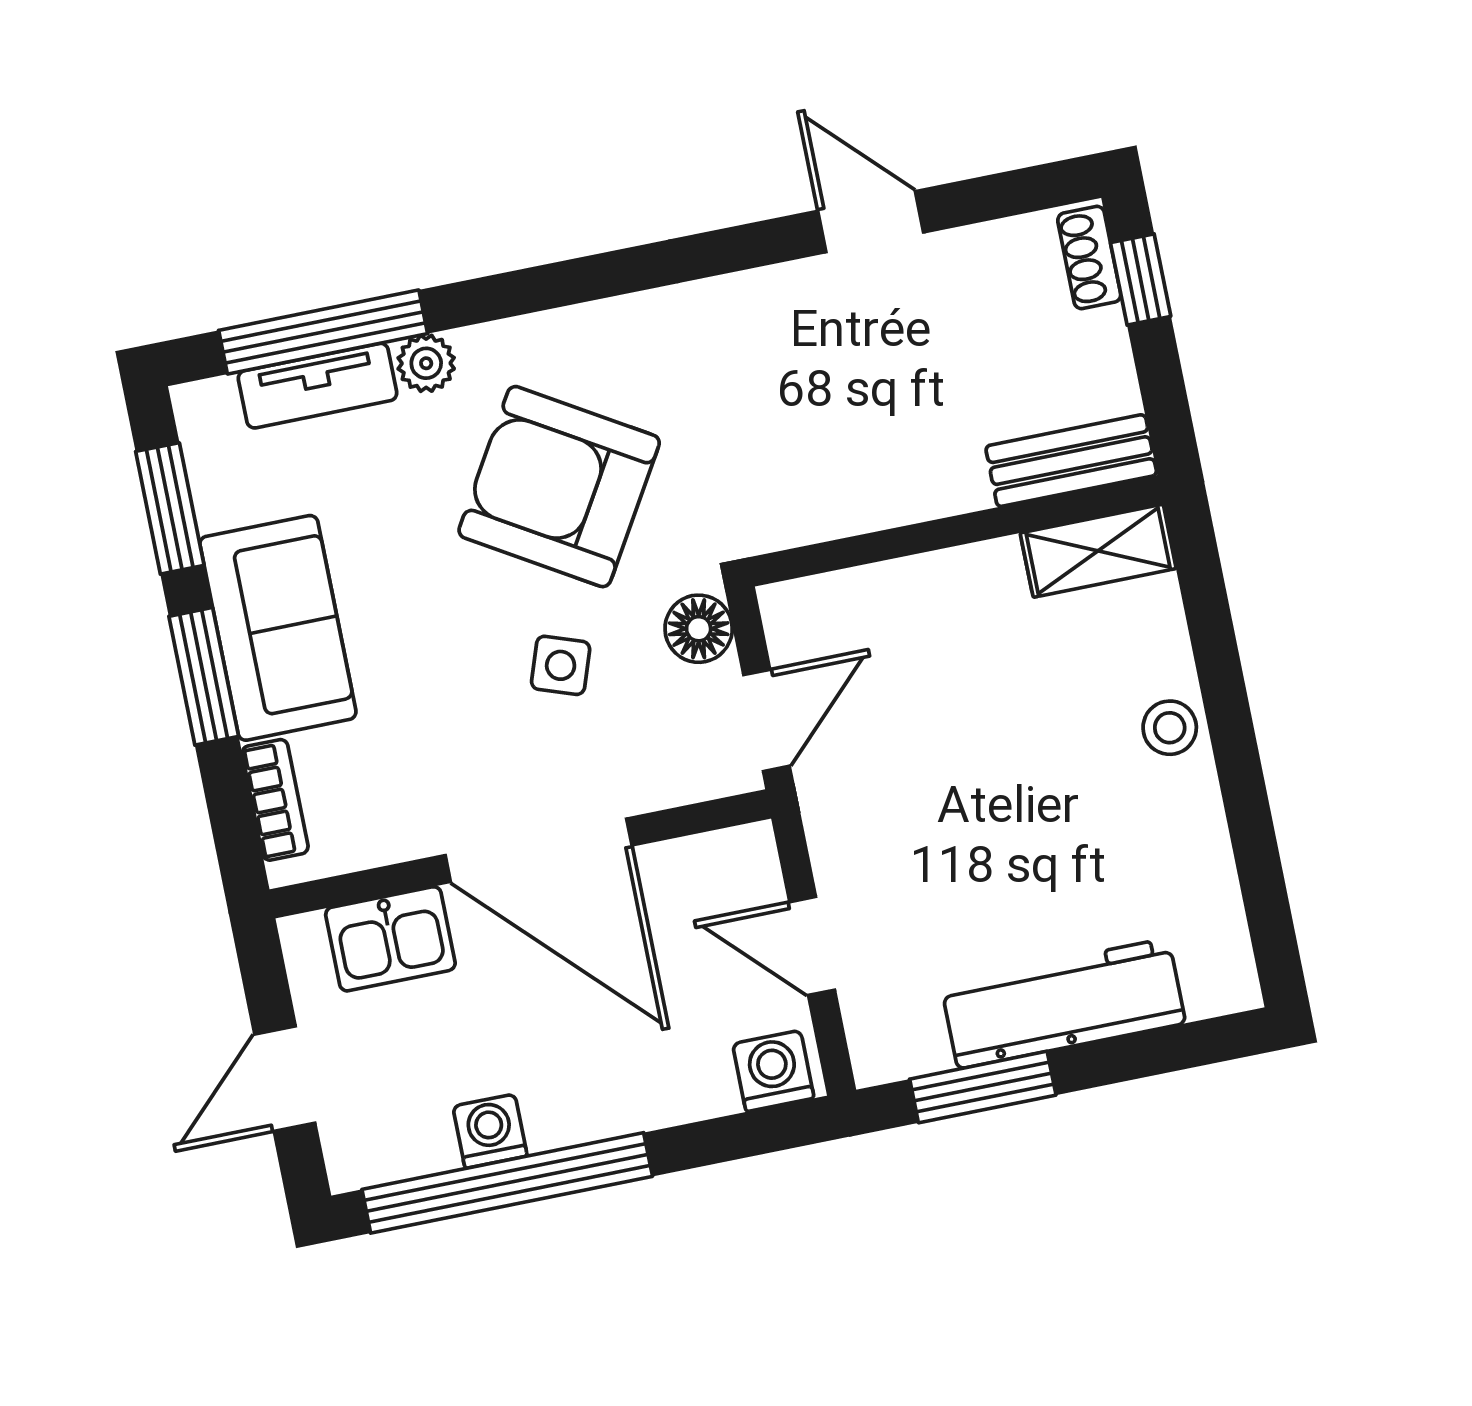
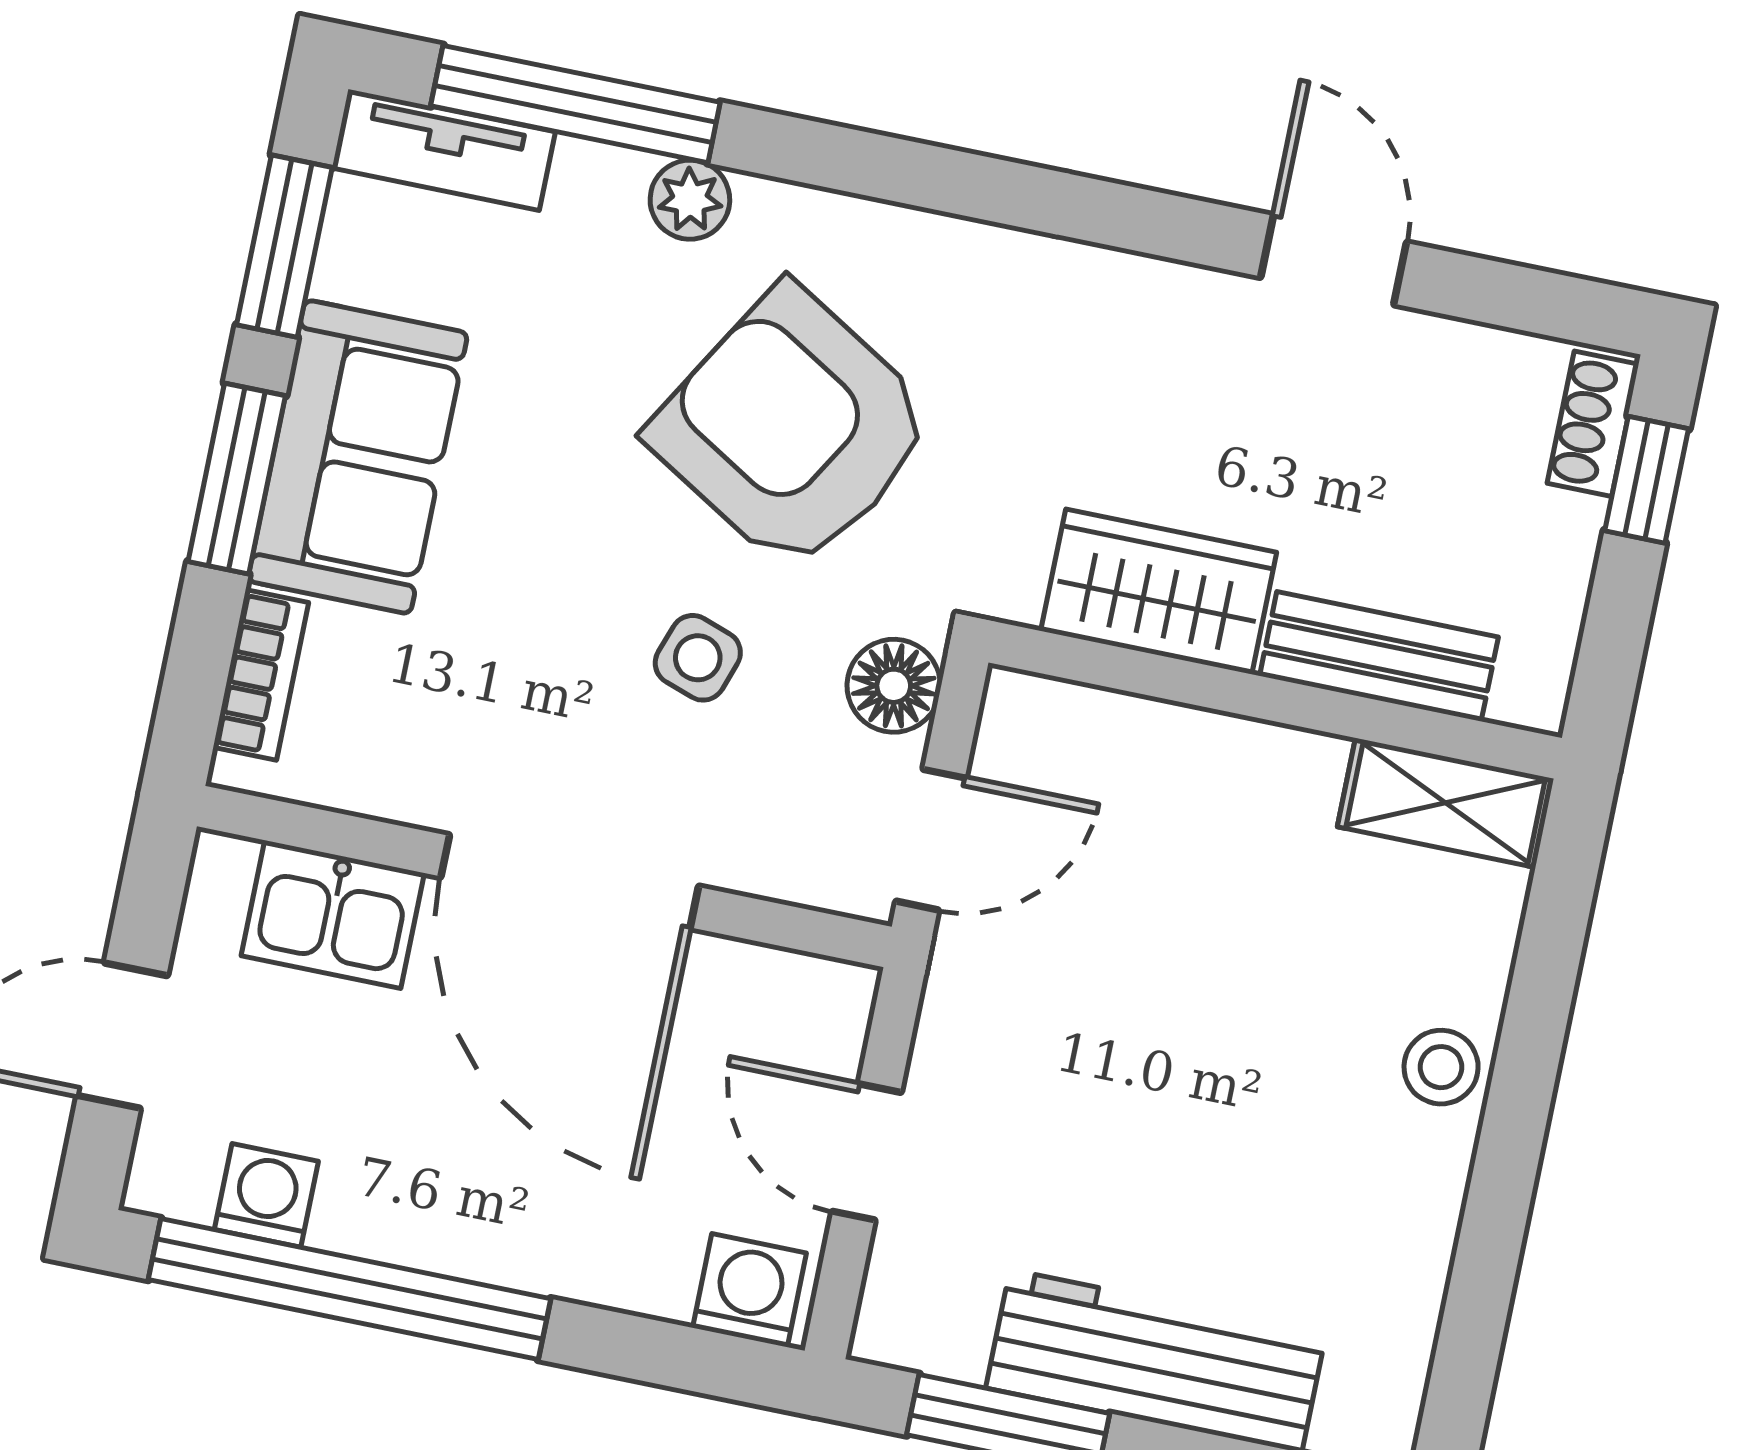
tv unit: (317, 386) -> (444, 150), moved
bench: (1071, 461) -> (1379, 656), moved
wardrobe: (848, 491) -> (1159, 592), added
washing machine: (490, 1131) -> (266, 1195), moved

